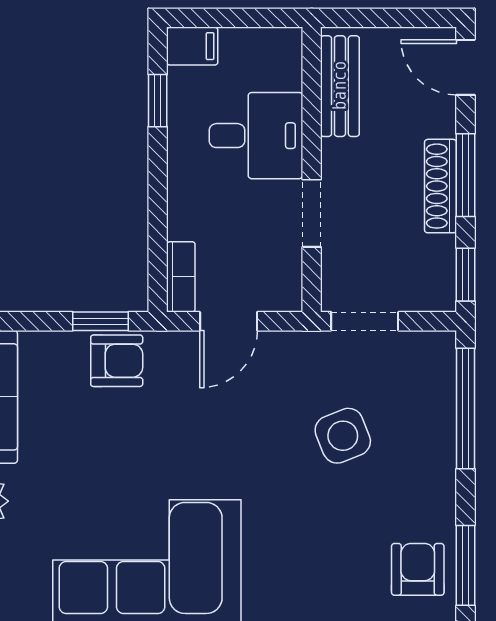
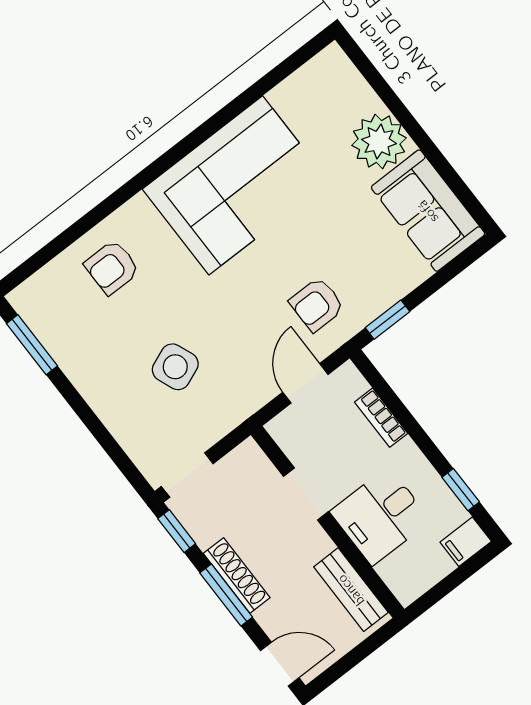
bookcase: (181, 277) -> (381, 418), moved
doorway: (365, 321) -> (187, 475), moved
armchair: (117, 361) -> (317, 305), moved
window: (466, 409) -> (110, 445), removed
armchair: (418, 569) -> (112, 267), moved, turned 90

